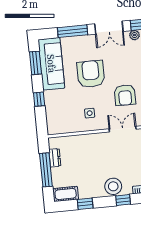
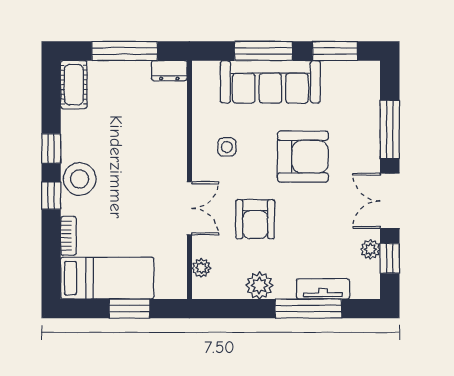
sofa: (51, 64) -> (270, 82), moved
armchair: (125, 95) -> (255, 219), turned -90
window: (39, 99) -> (264, 51), width x2.17
dresser: (55, 158) -> (169, 71), moved
window: (85, 204) -> (51, 149), moved

